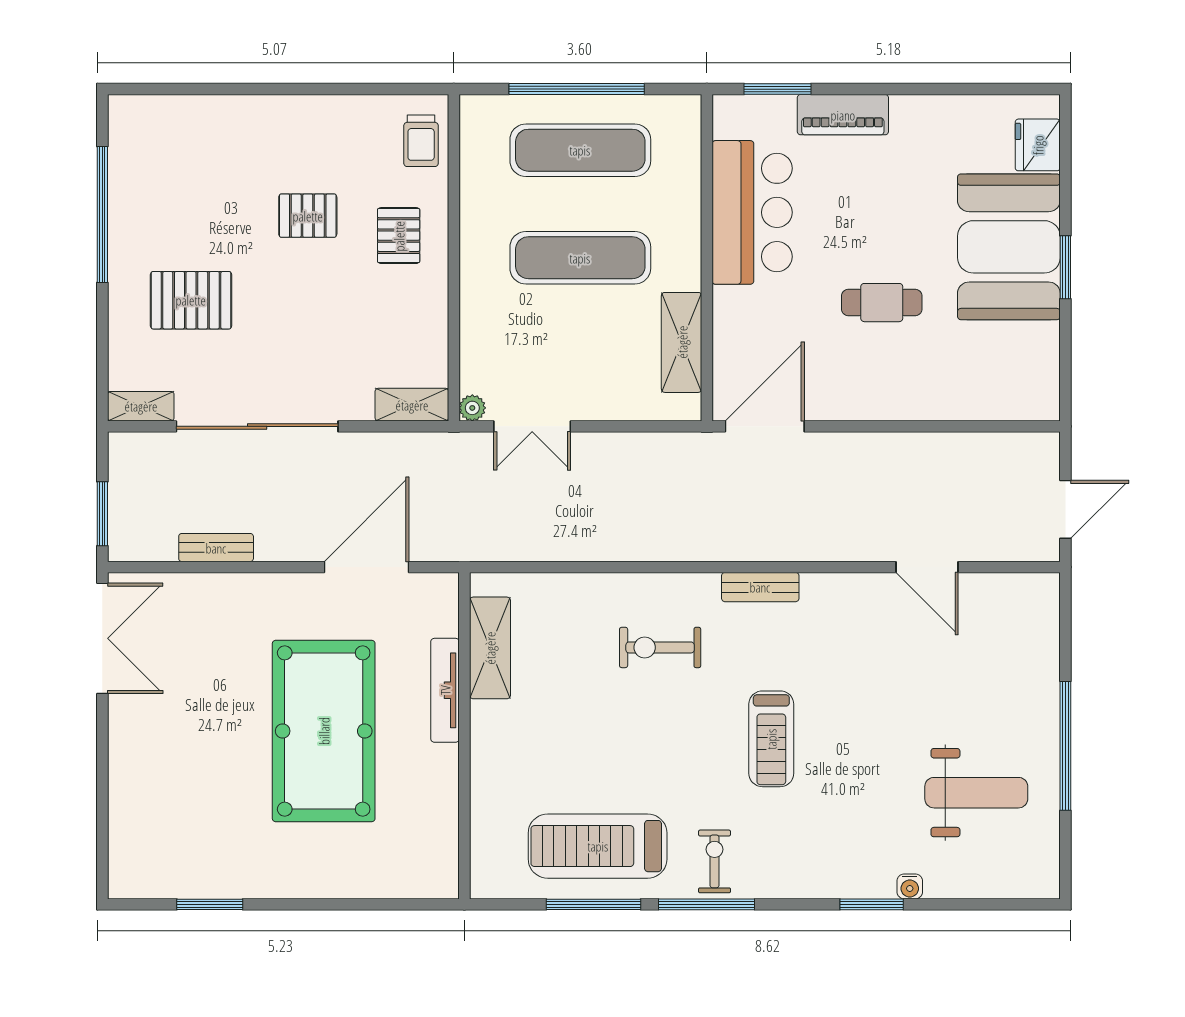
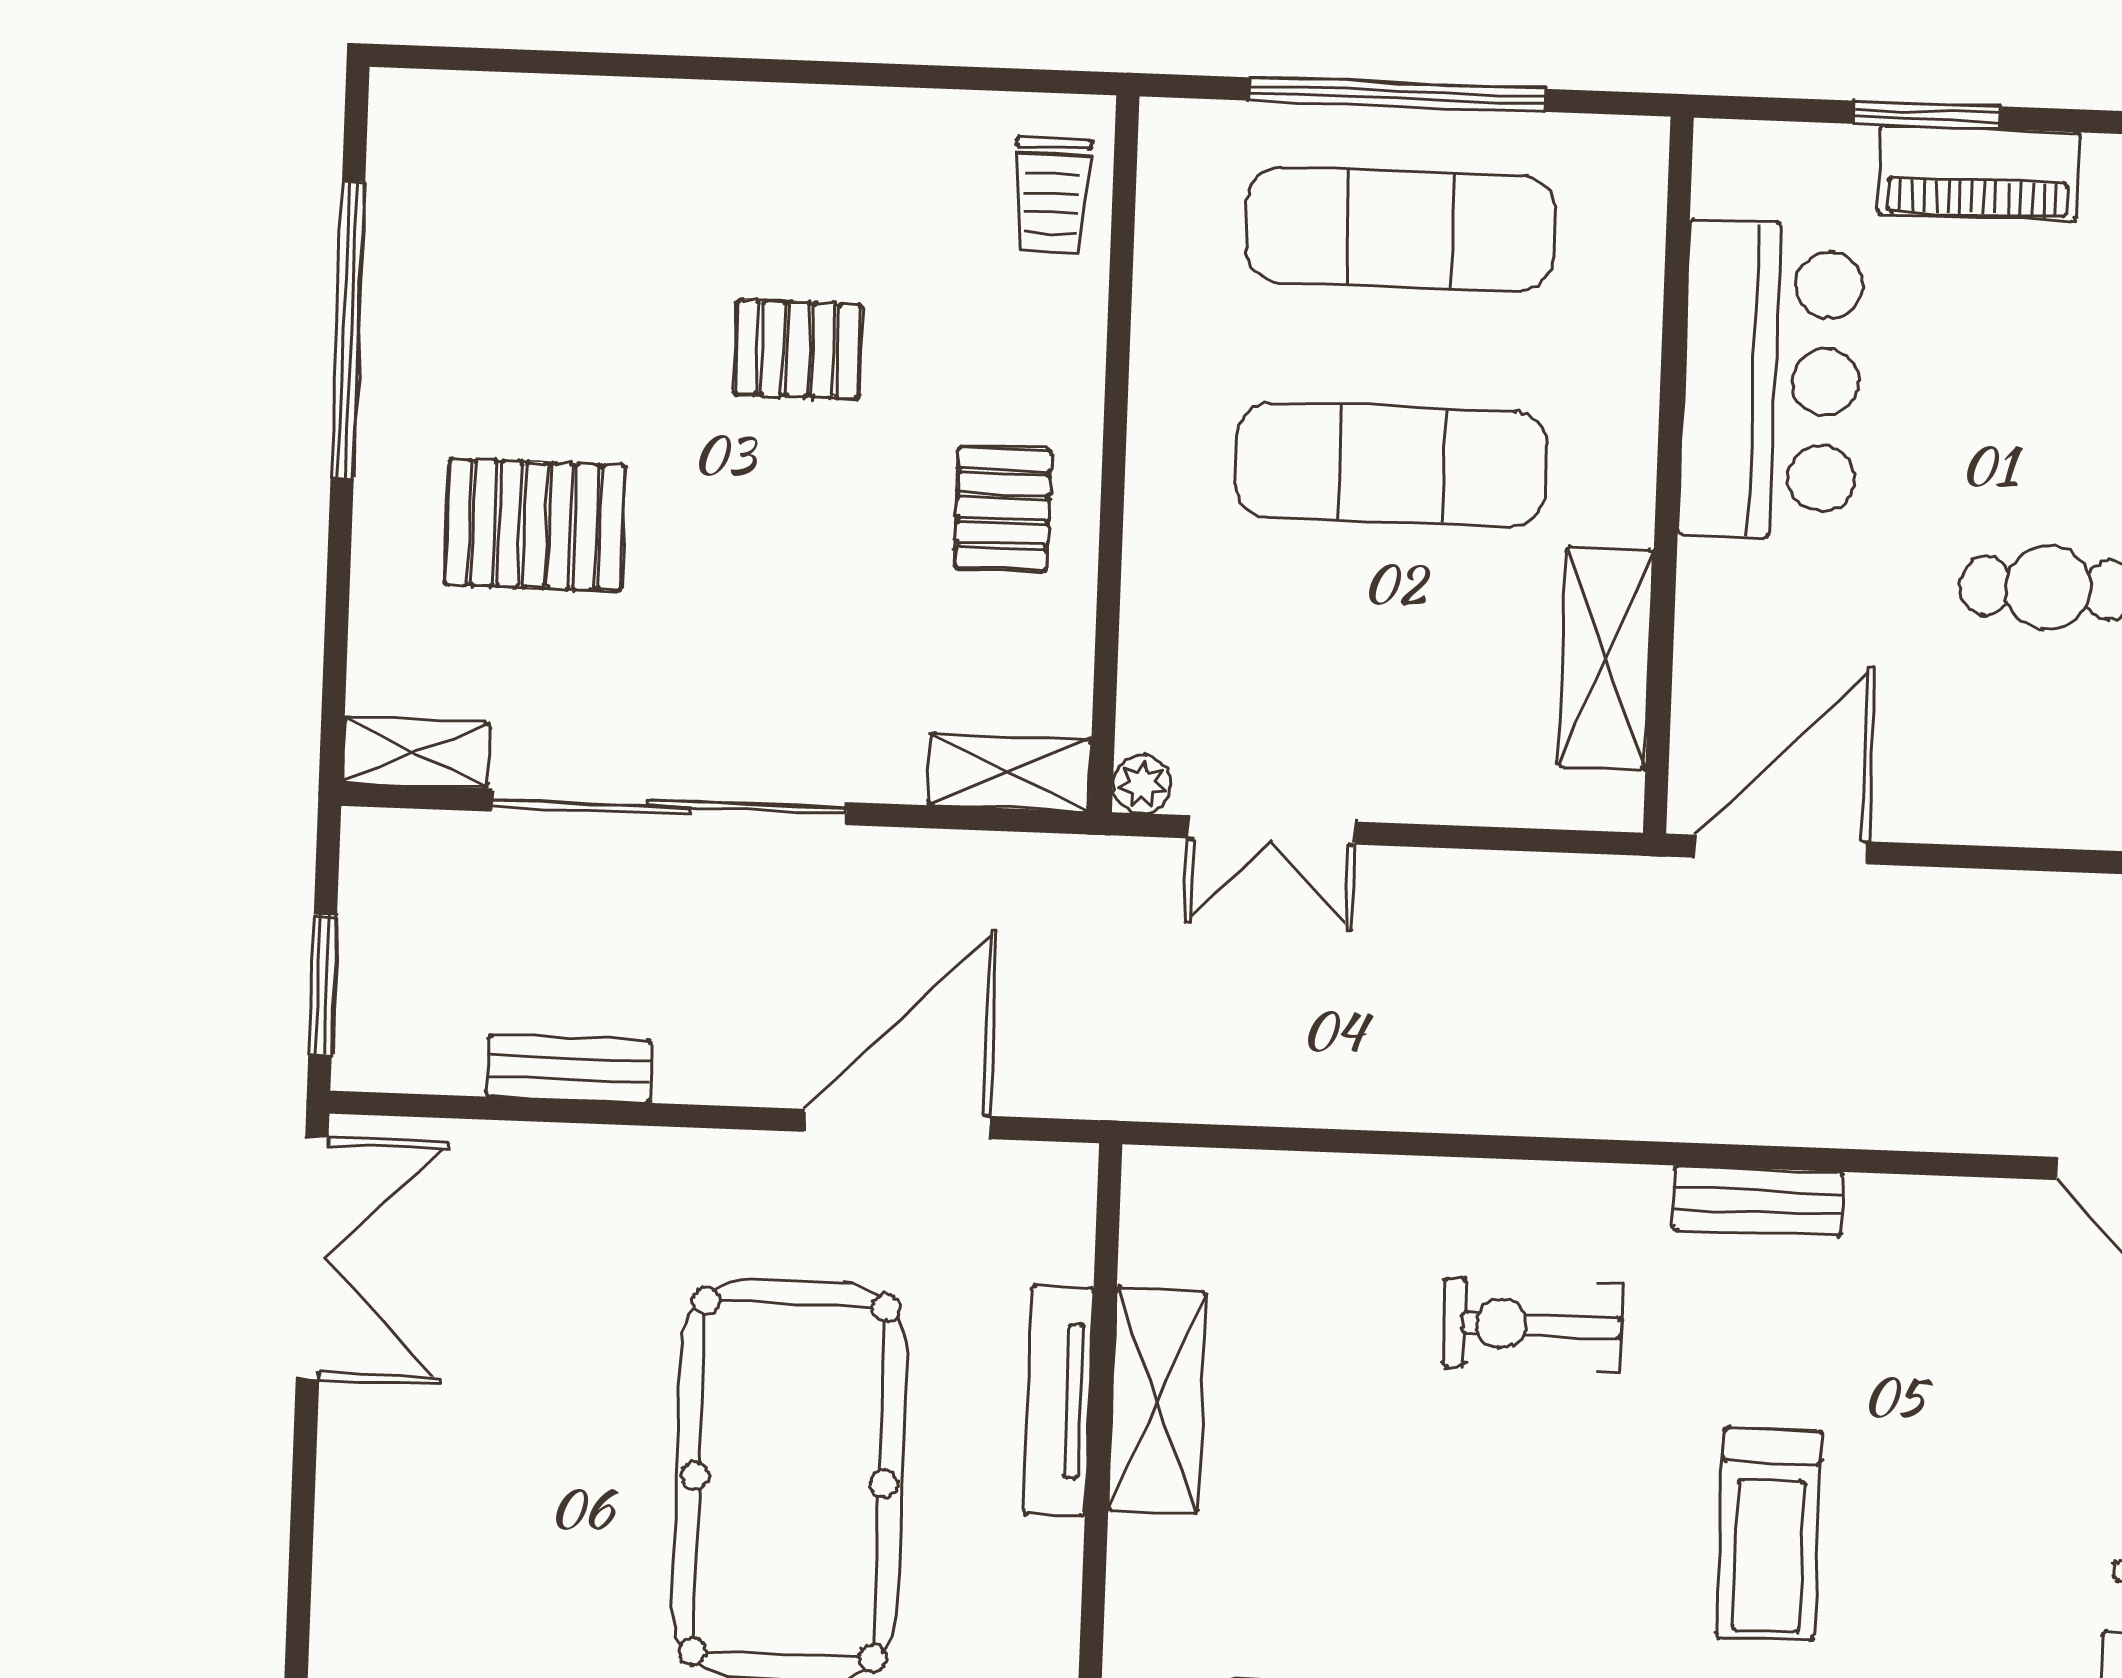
window: (777, 89) -> (1927, 115), moved
pallet: (399, 236) -> (1003, 509), moved
shelving: (490, 648) -> (1157, 1401), moved

